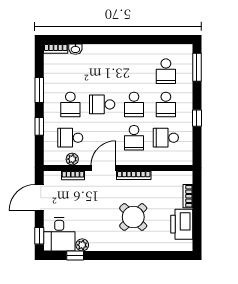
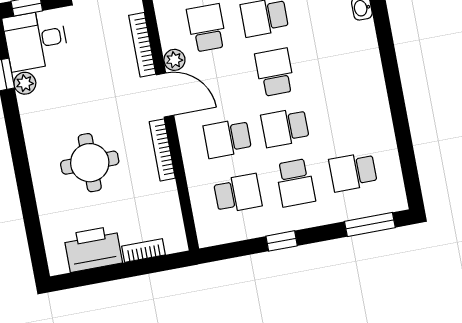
school desk: (166, 104) -> (295, 183), turned -90
school desk: (166, 138) -> (238, 193), turned 90
plant: (72, 159) -> (174, 60), moved
bookcase: (73, 175) -> (142, 45), width x1.56
round table: (133, 217) -> (90, 163), turned 45

